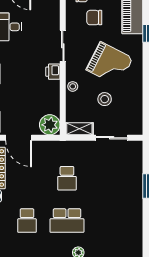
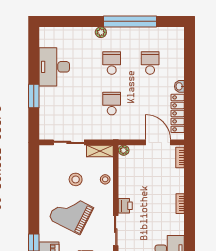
stool: (73, 86) -> (105, 179), moved
plant: (50, 125) -> (124, 150), width x0.53, depth x0.53
desk: (127, 217) -> (54, 67), added
school desk: (67, 221) -> (112, 63), width x0.54

